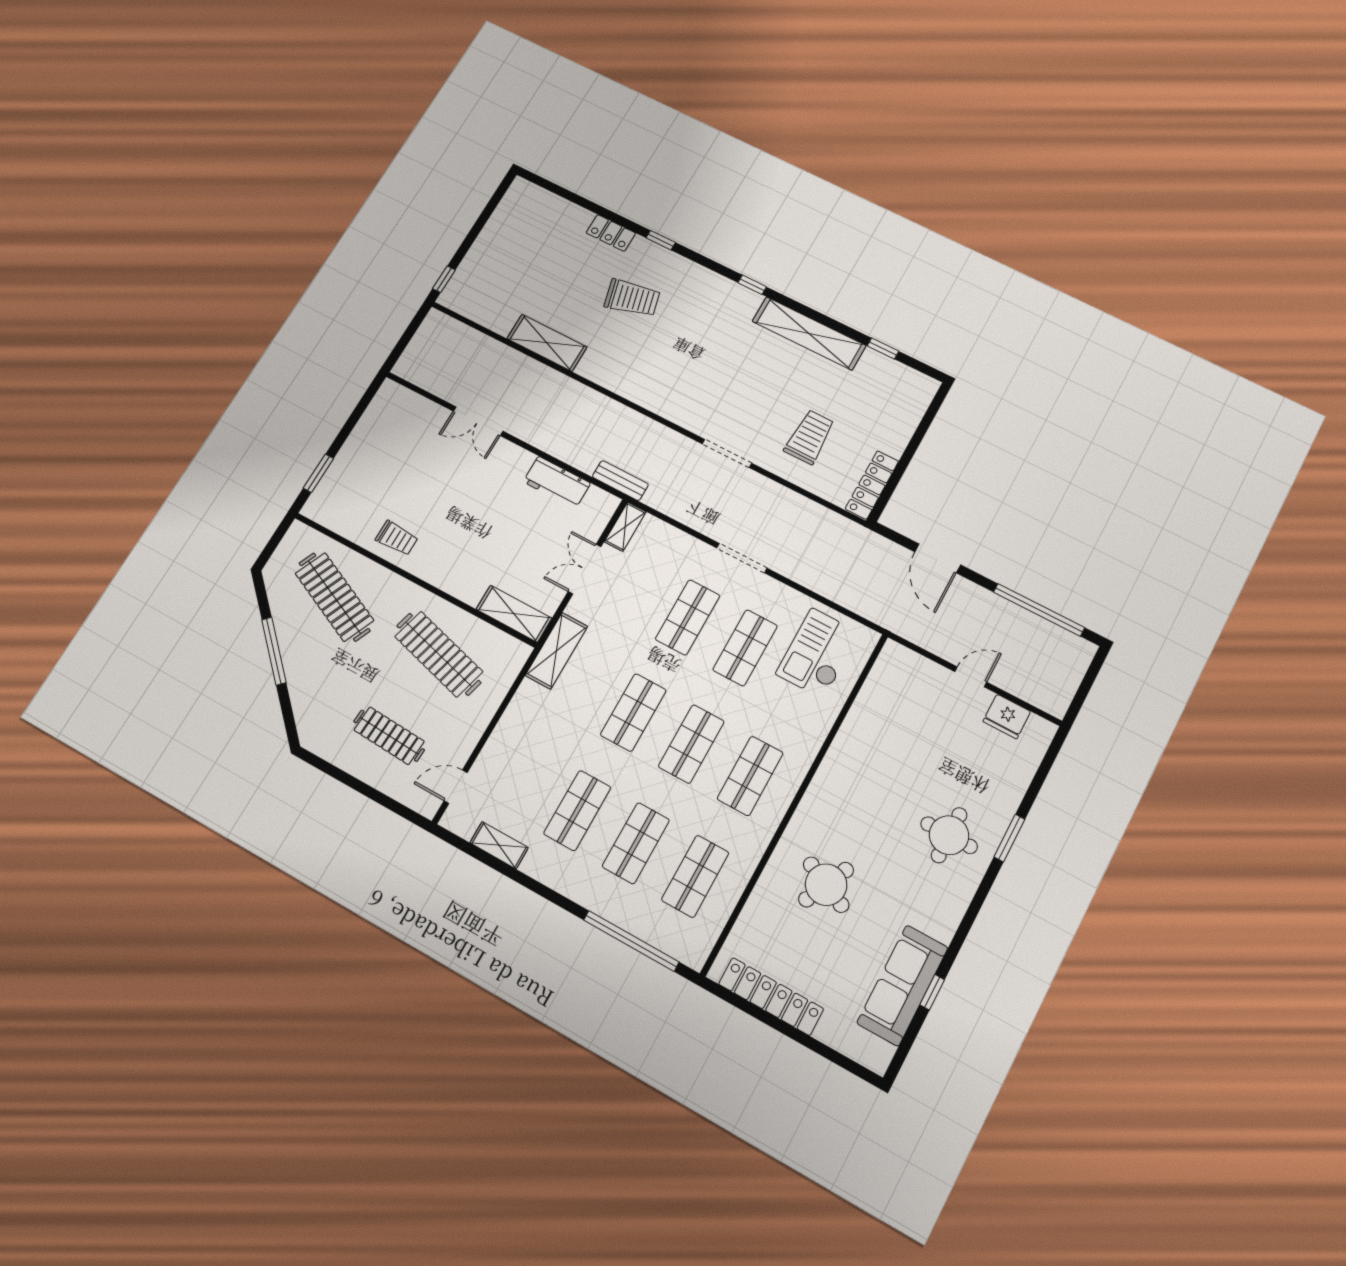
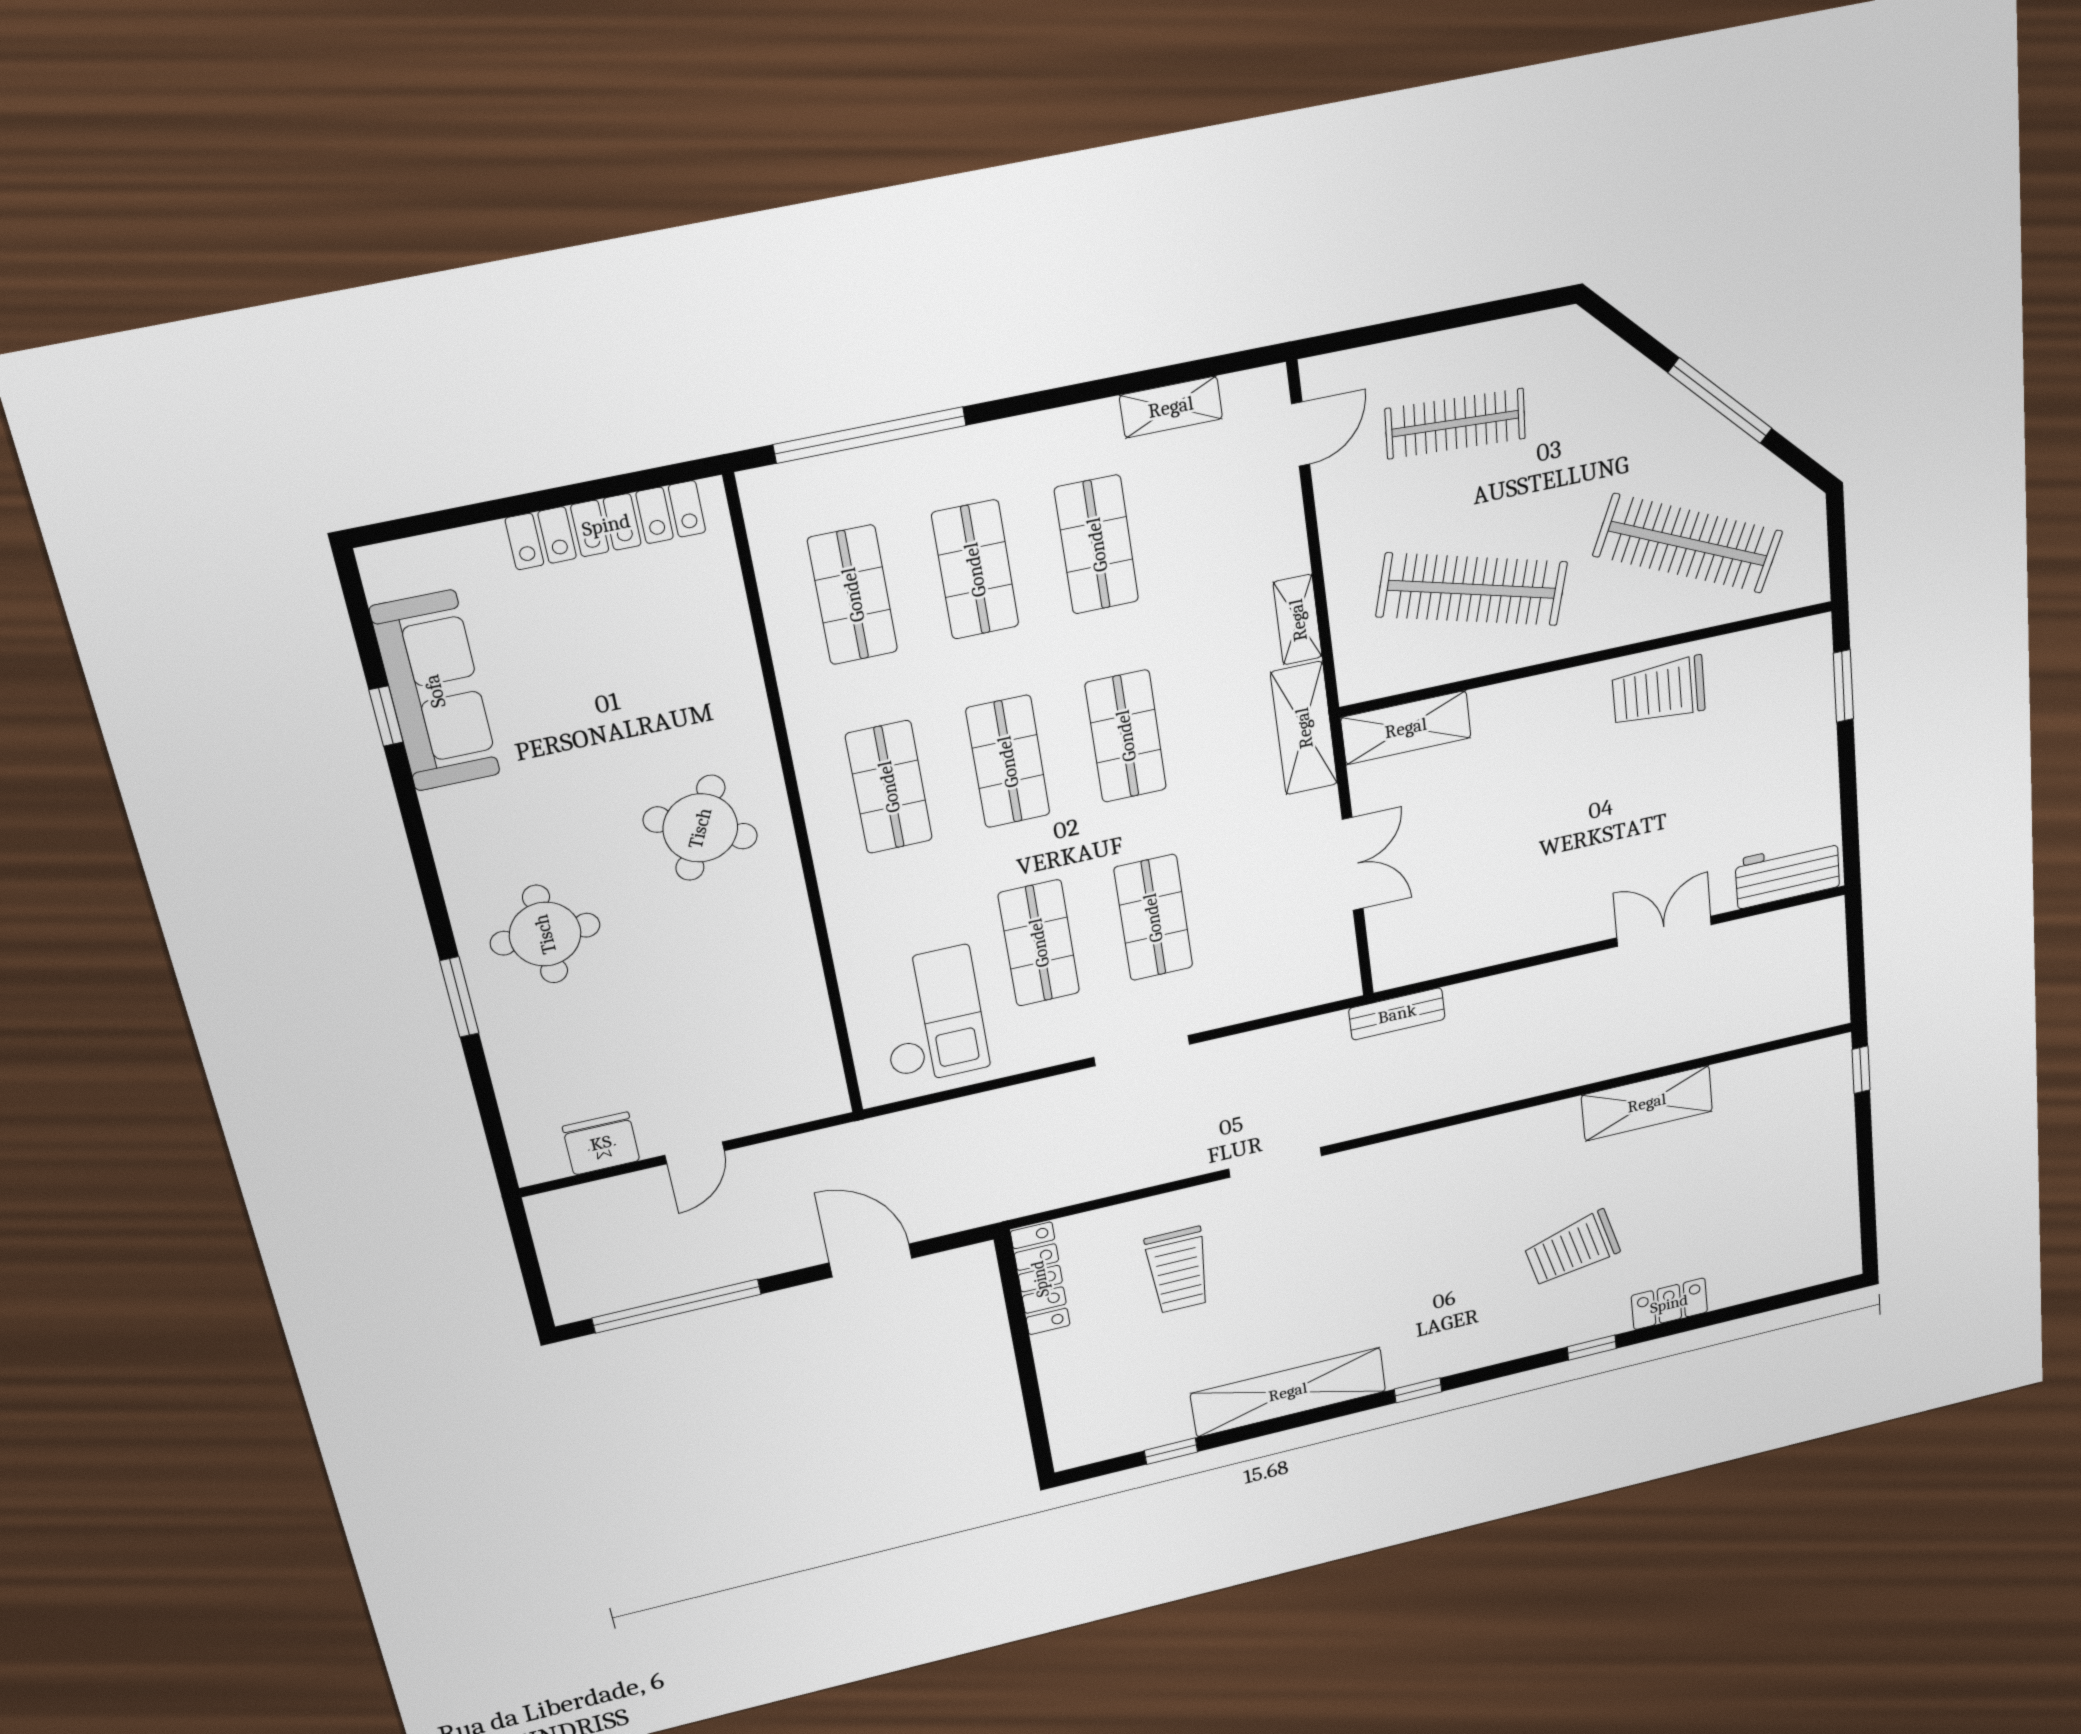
workbench: (557, 482) -> (1788, 873), moved
shelving: (625, 527) -> (1298, 620), moved
trolley: (397, 538) -> (1659, 692), width x1.36, depth x1.39
round table: (826, 885) -> (700, 828), moved

